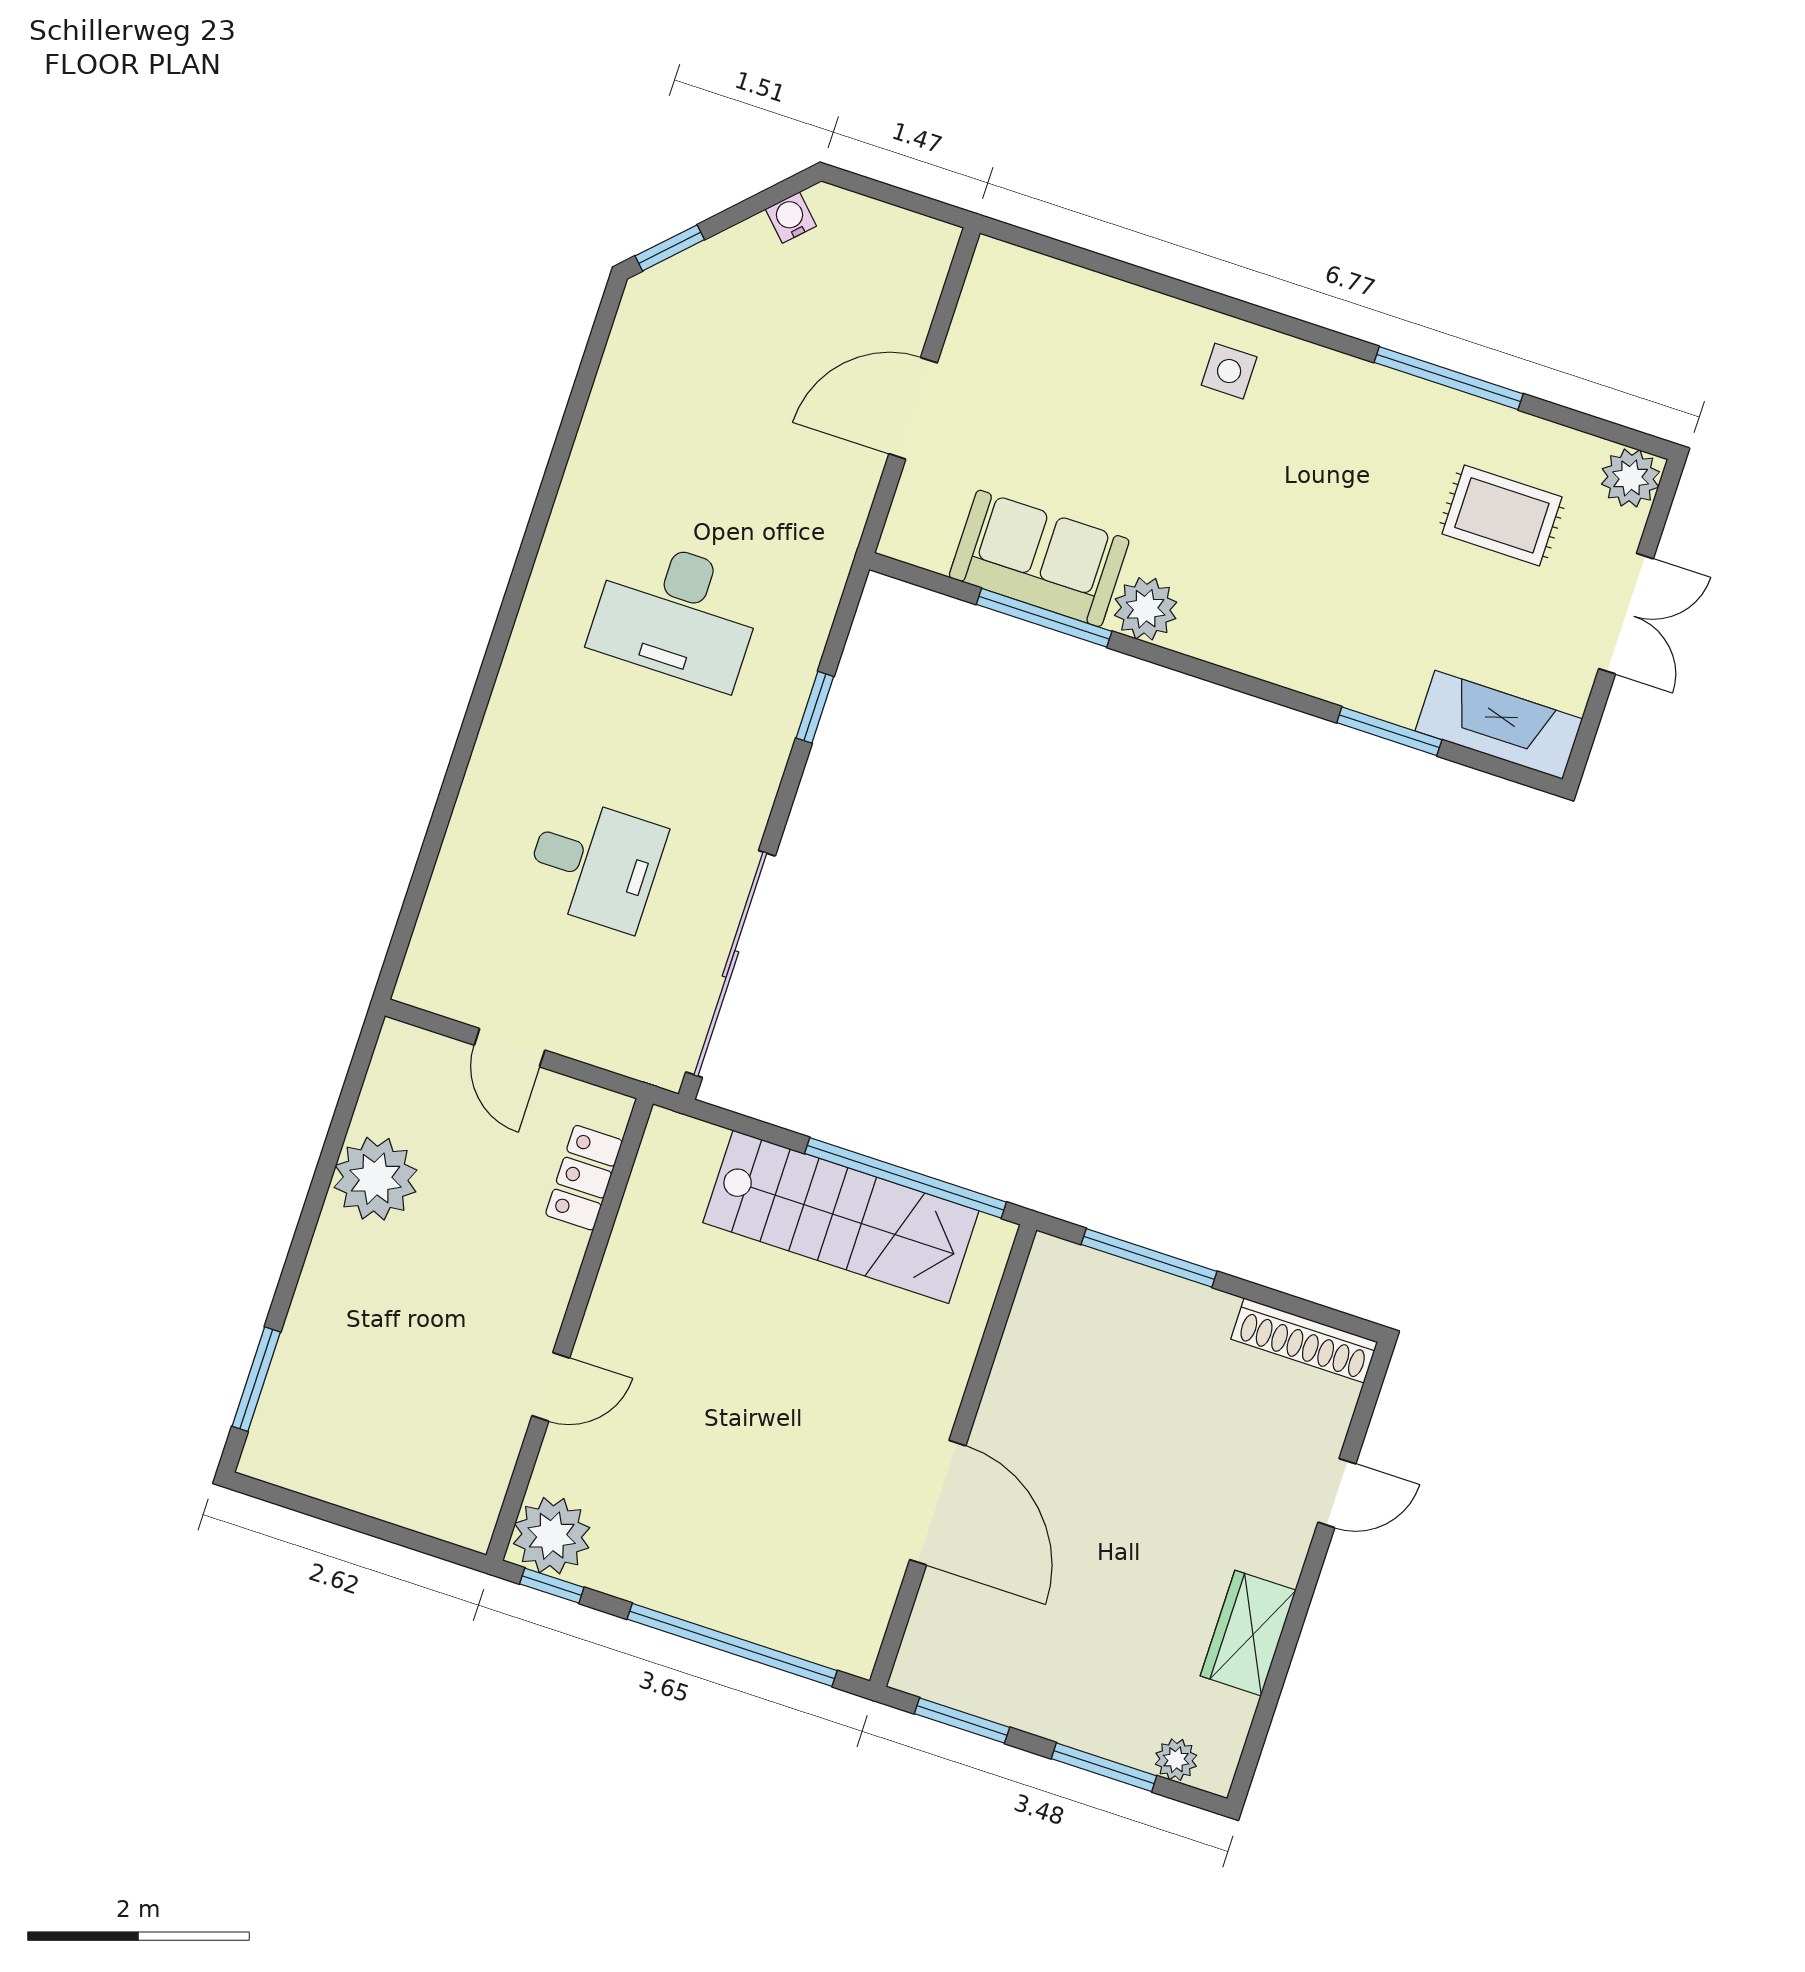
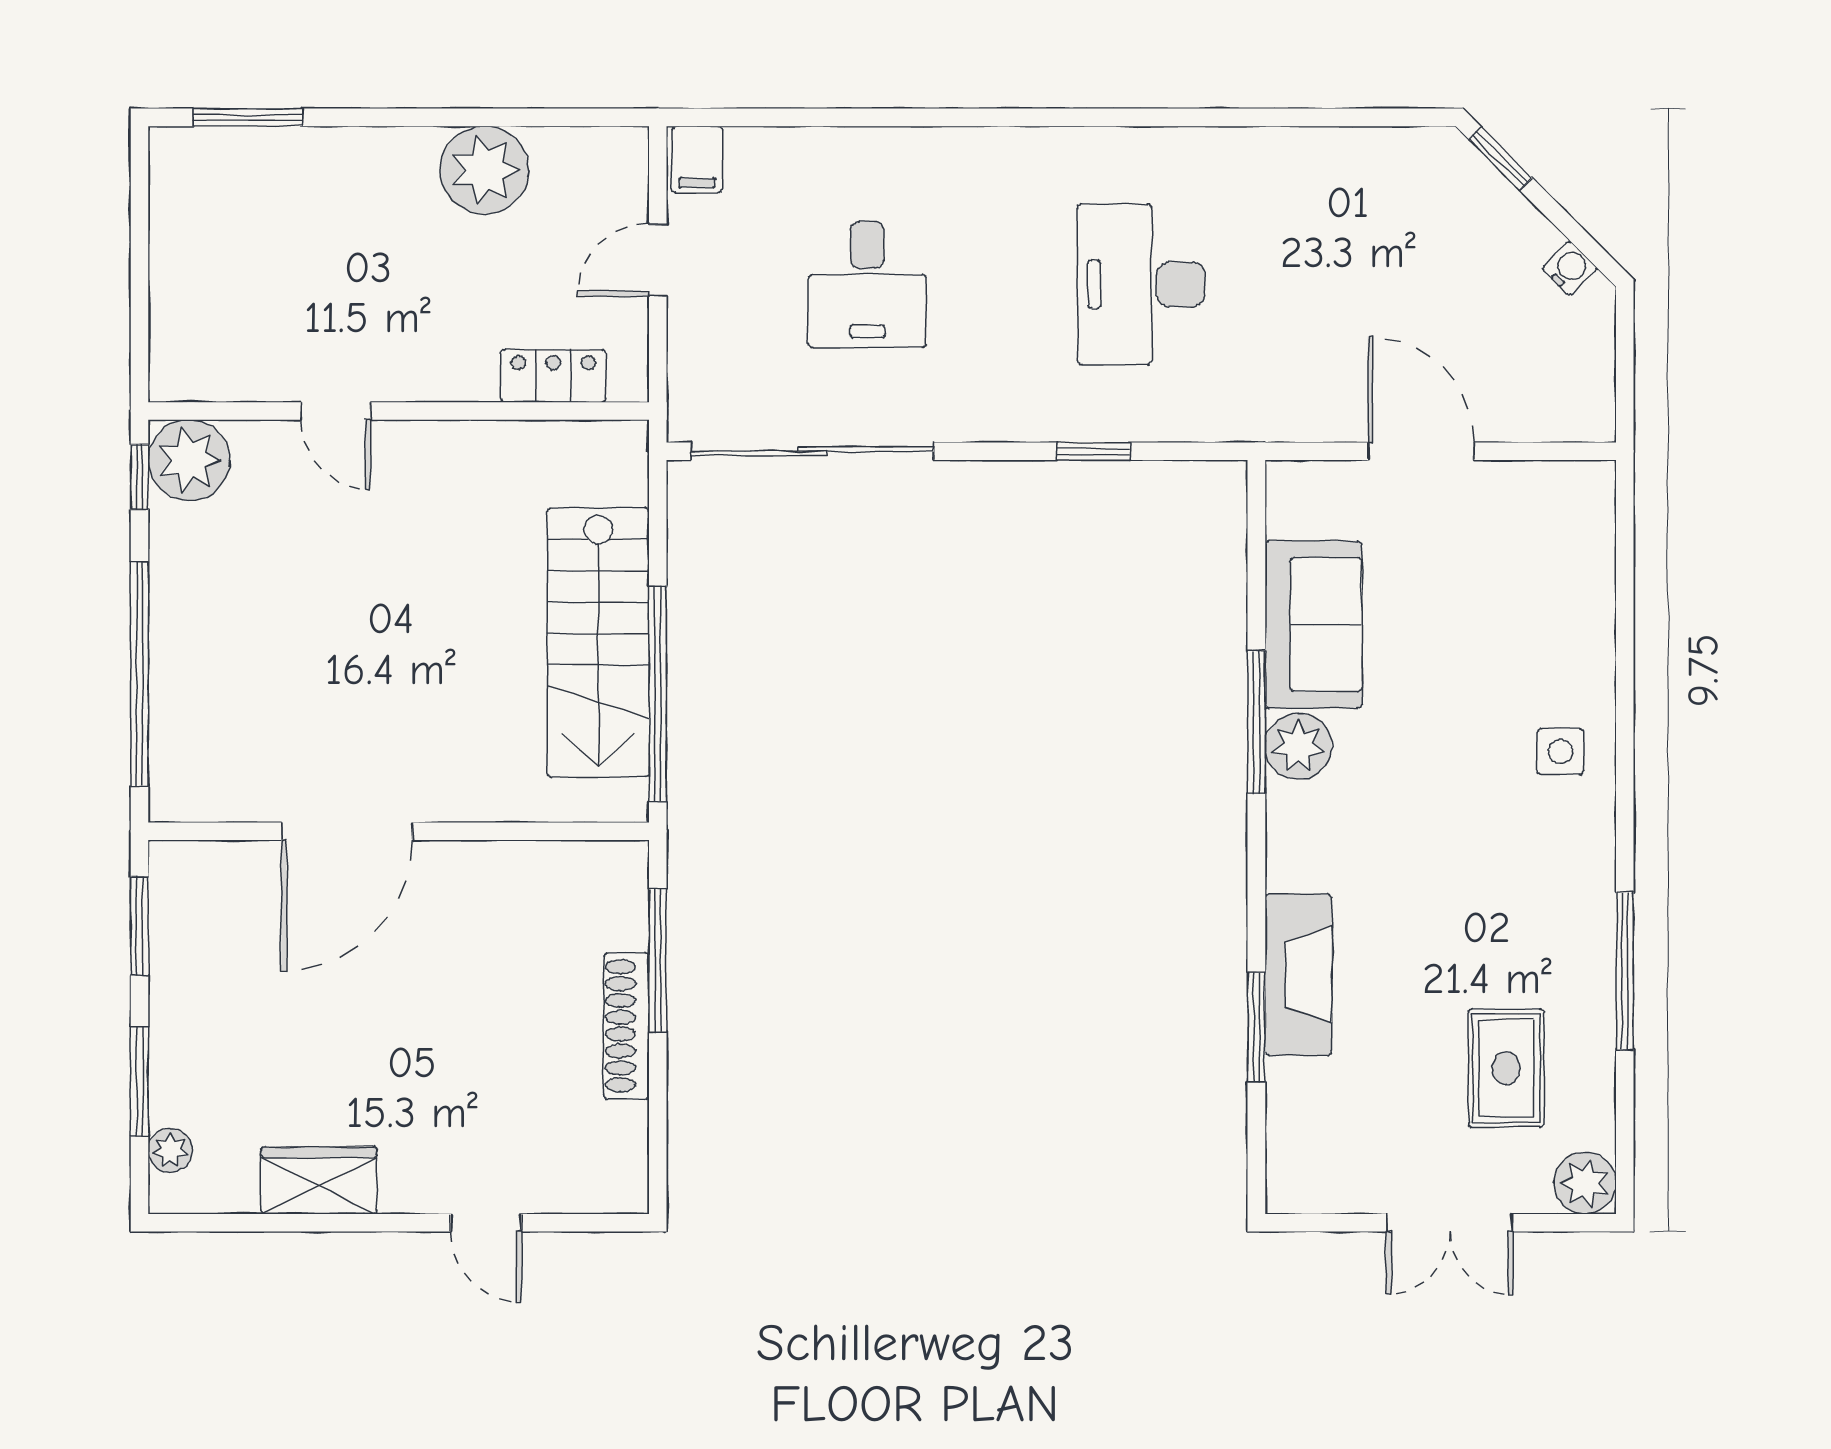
window: (1044, 618) -> (1256, 722), moved
fireplace: (1499, 725) -> (1298, 975), moved
filing cabinet: (429, 982) -> (697, 159), added
shoe rack: (1304, 1341) -> (626, 1026), moved

